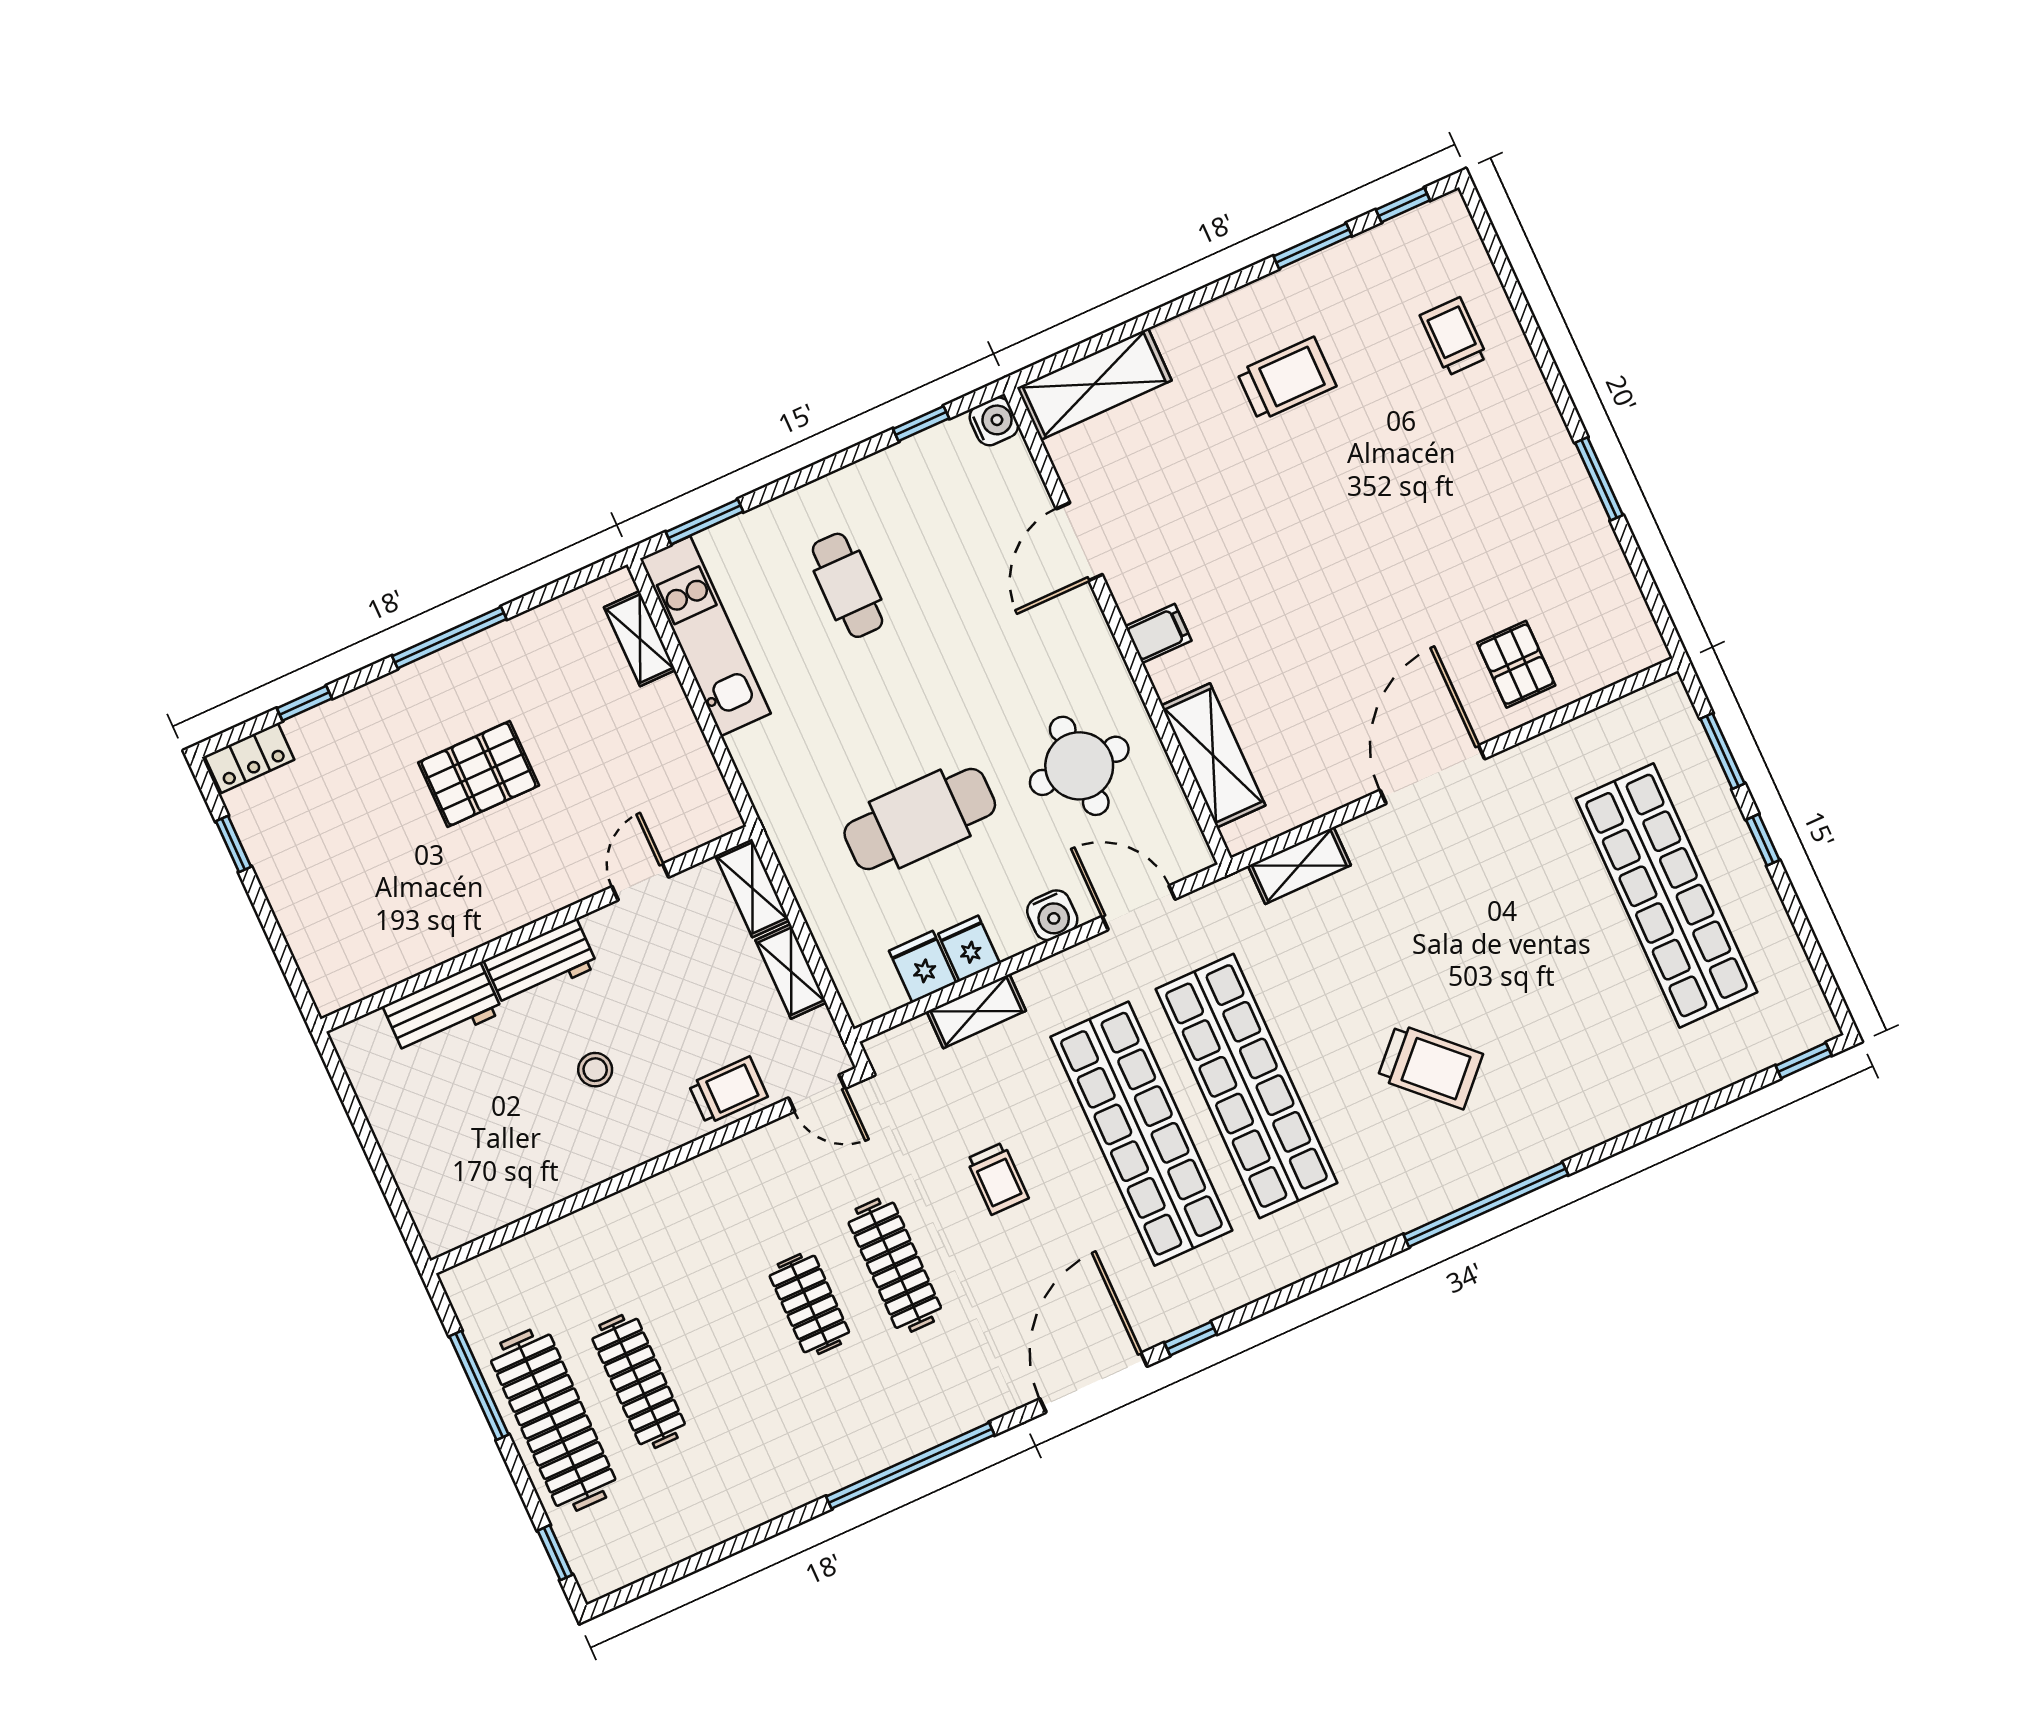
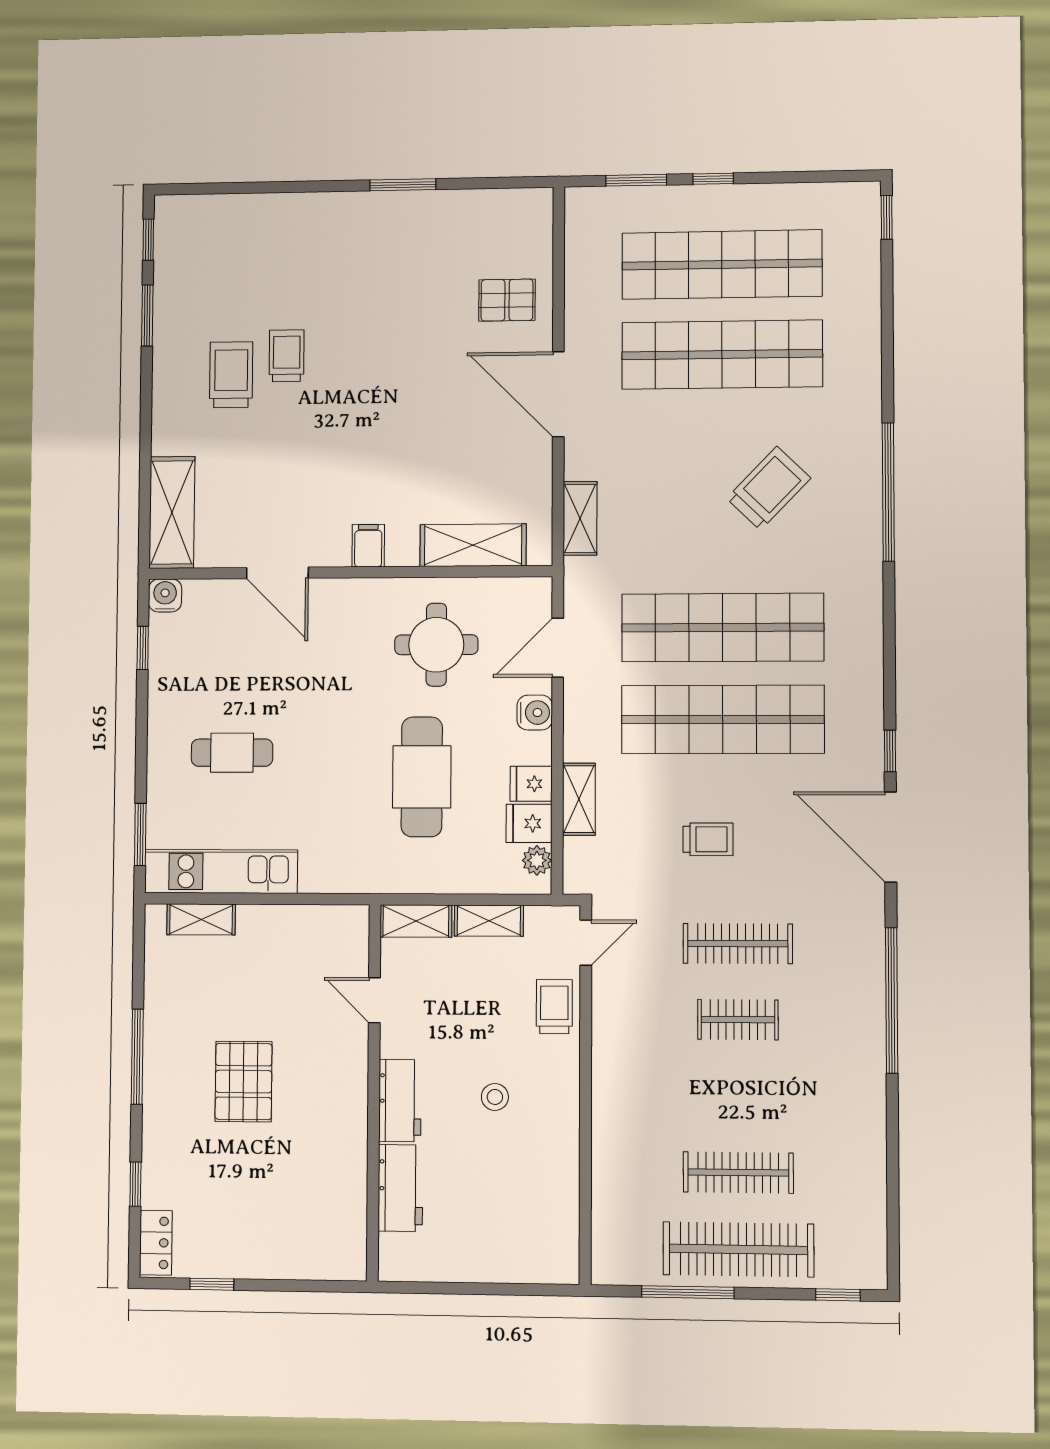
trolley: (1454, 336) -> (287, 356), moved, turned 90
shop shelf: (1561, 943) -> (722, 355), added
plant: (885, 995) -> (537, 860), added

